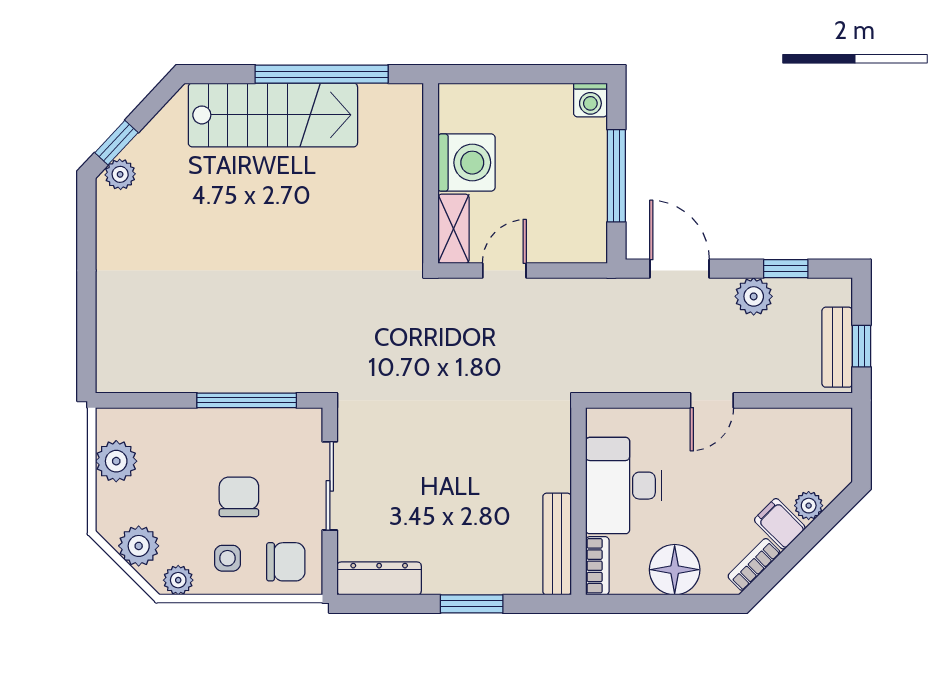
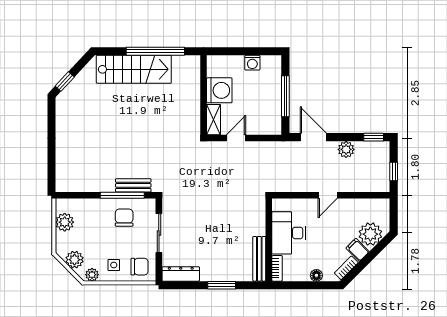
washing machine: (590, 100) -> (252, 63), moved
plant: (120, 174) -> (66, 96), removed
window: (786, 269) -> (374, 137), moved
bench: (837, 347) -> (133, 185), moved, turned 90
chair: (239, 497) -> (124, 218), moved
plant: (809, 506) -> (370, 234), width x1.87, depth x1.87
floor lamp: (675, 570) -> (316, 275), width x0.53, depth x0.53

